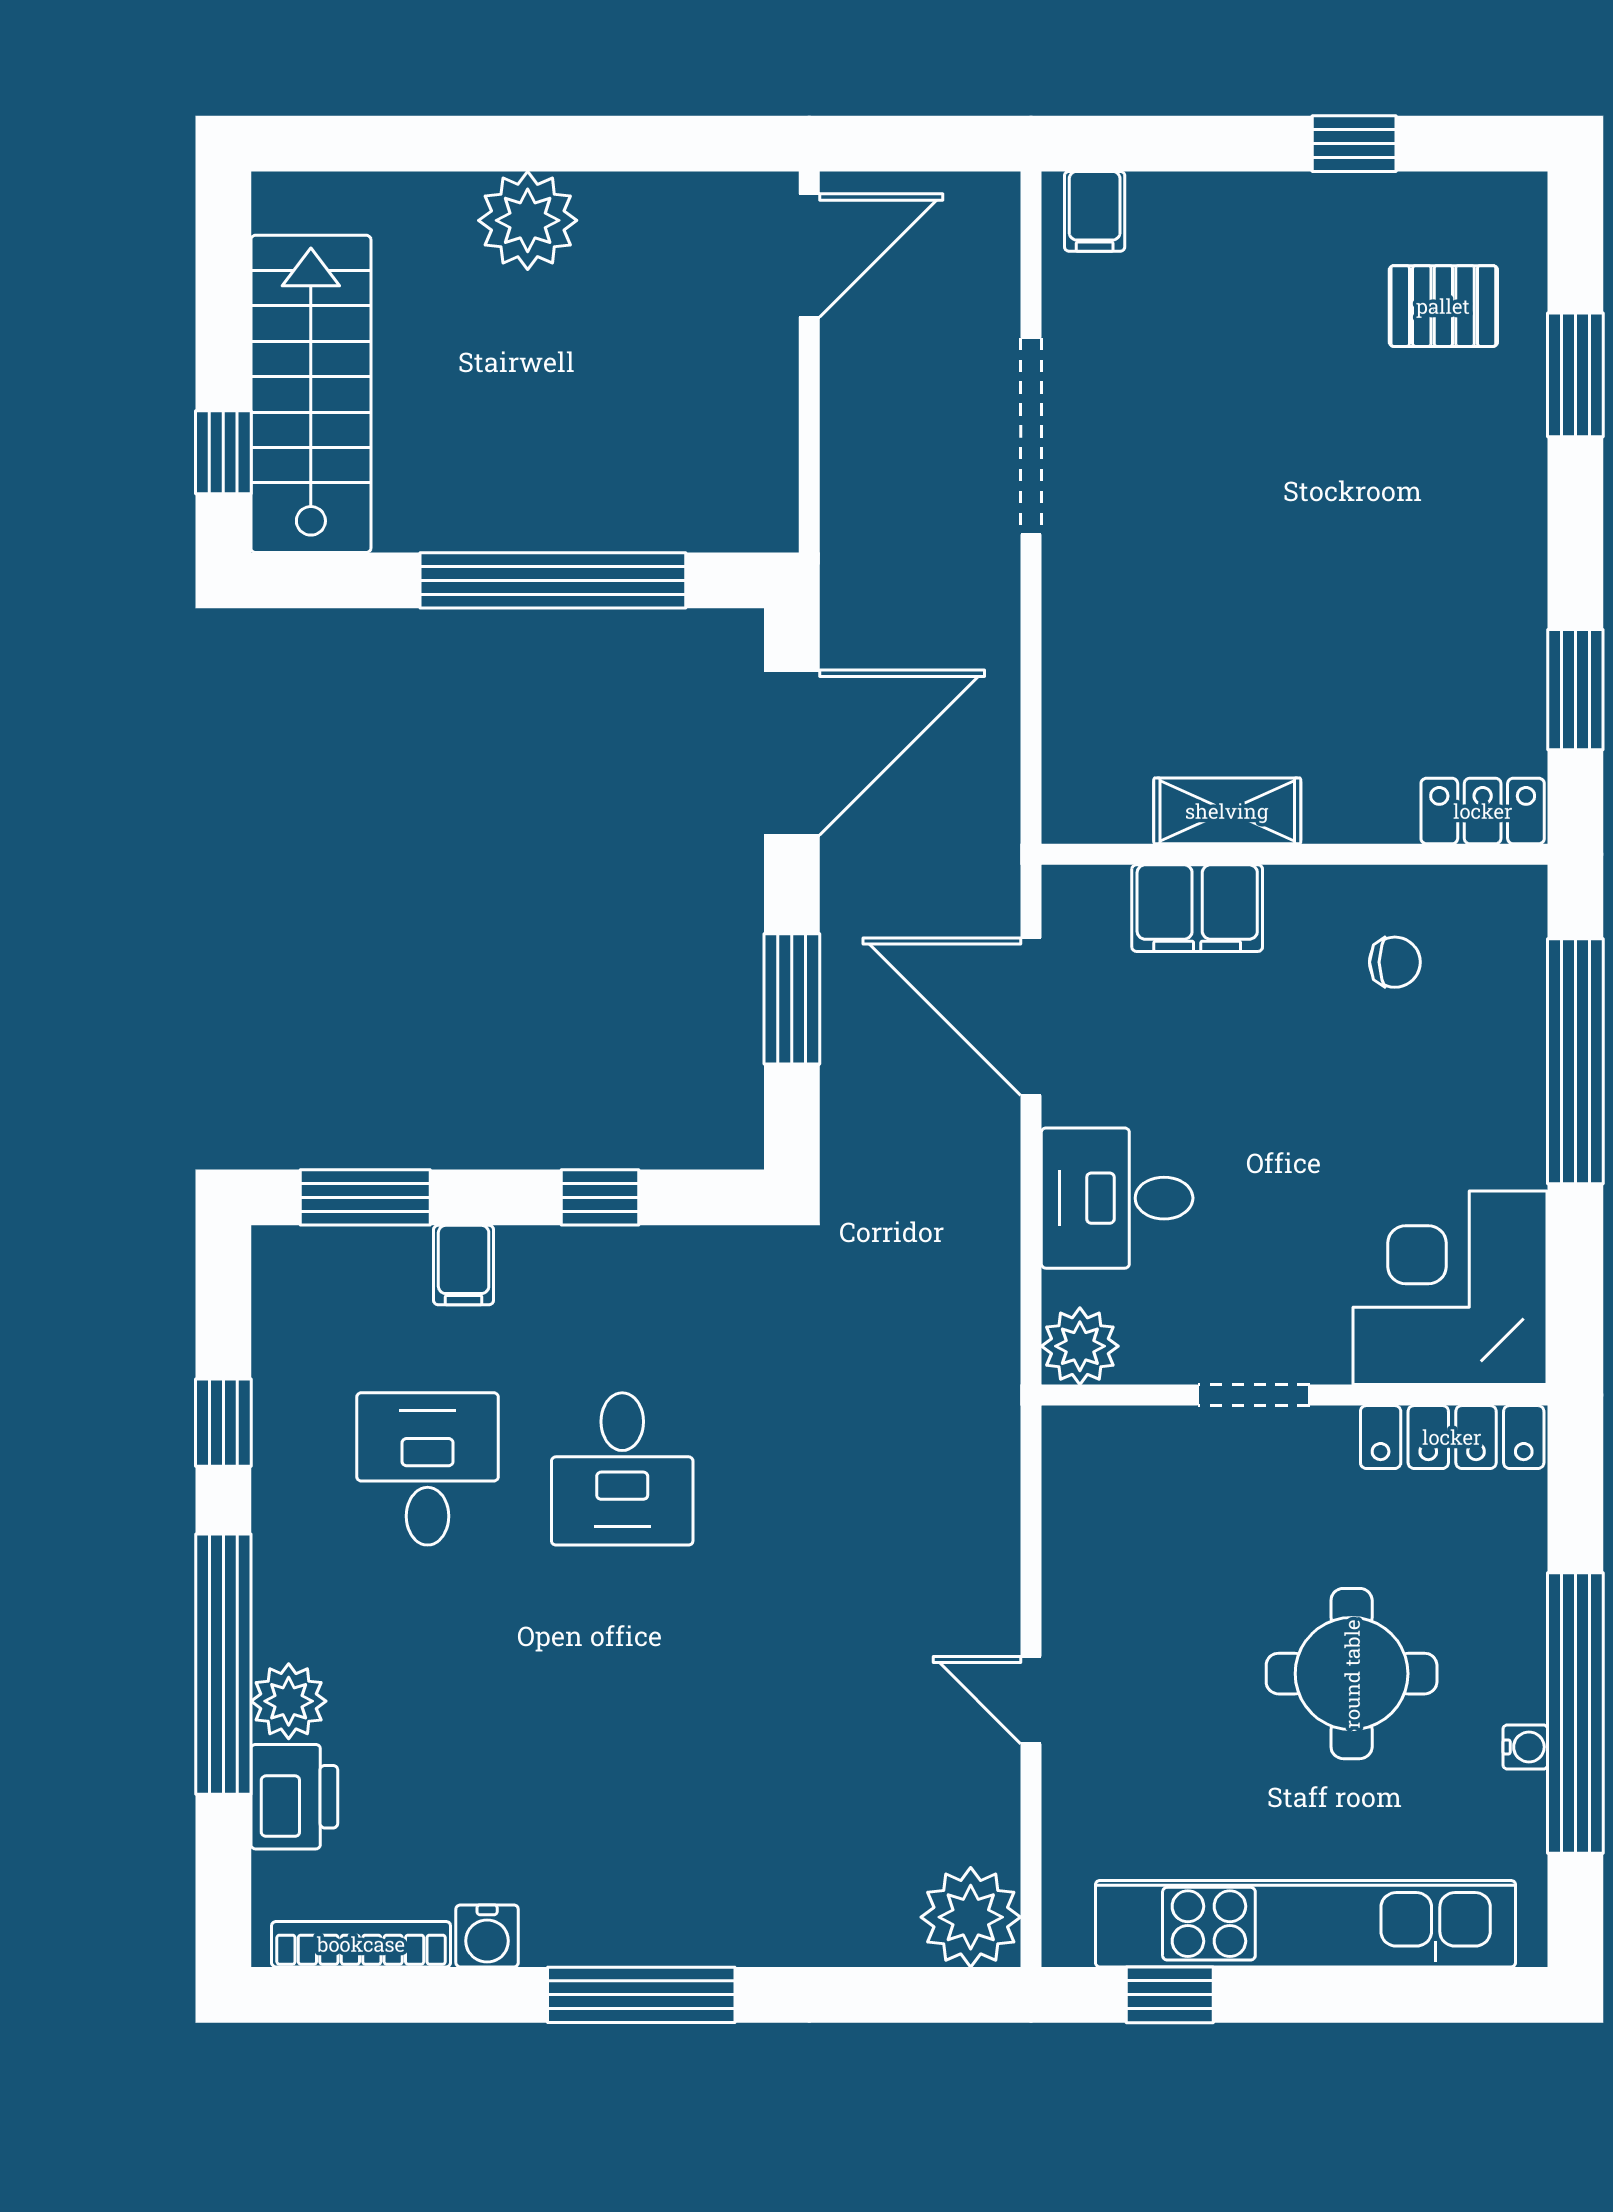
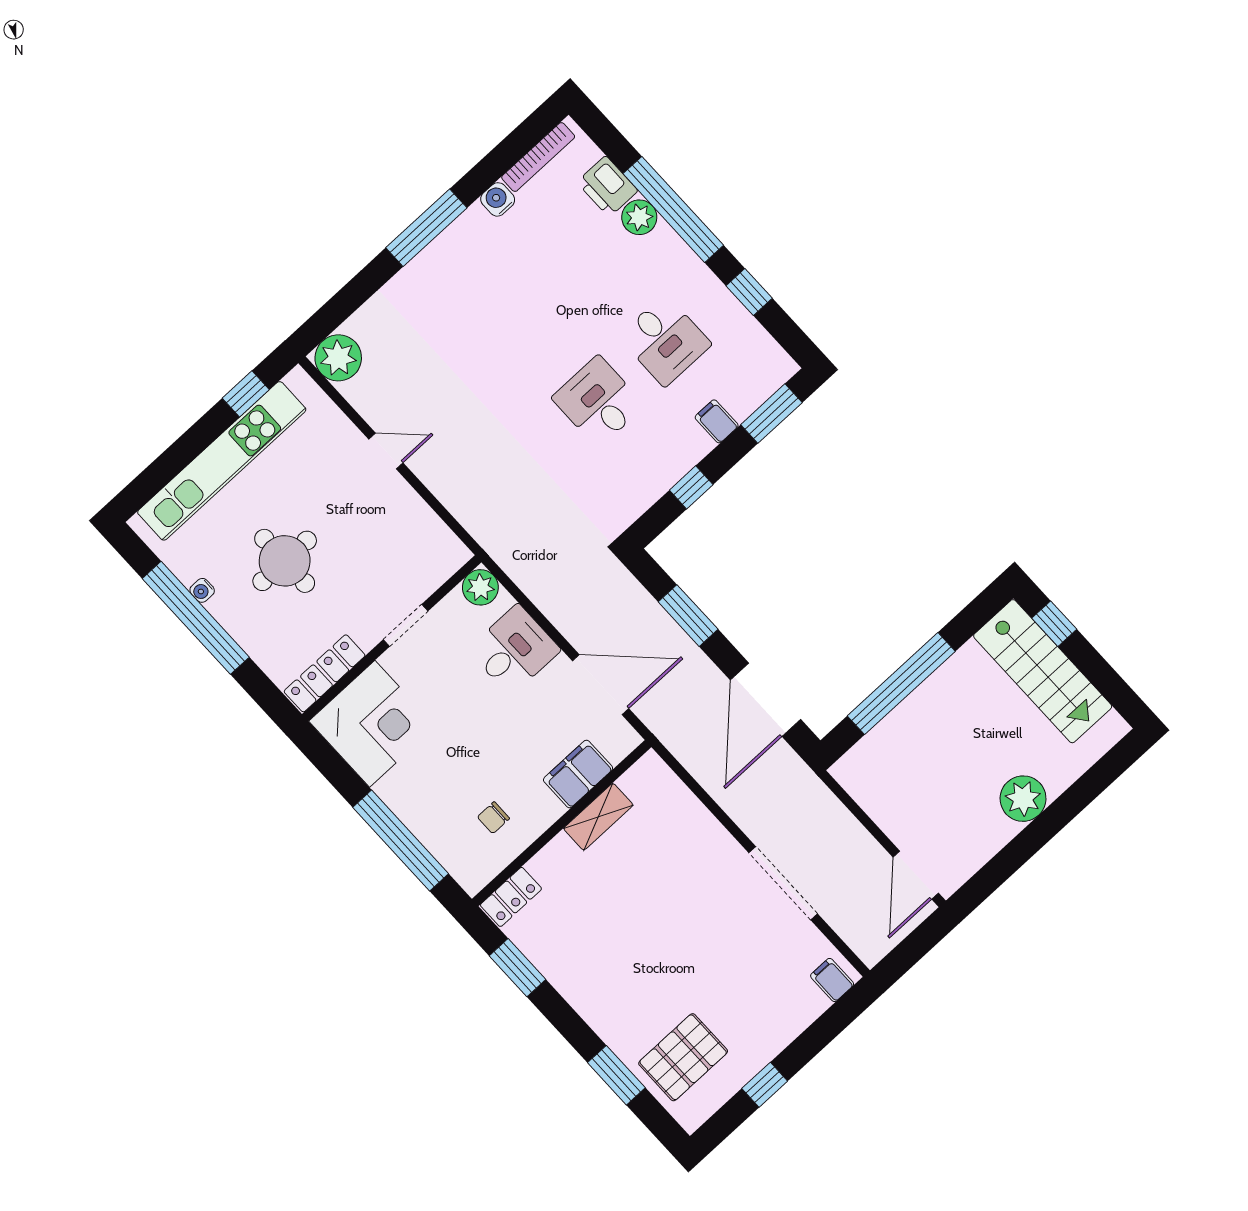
pallet: (1443, 306) -> (683, 1057), width x1.50, depth x1.42

